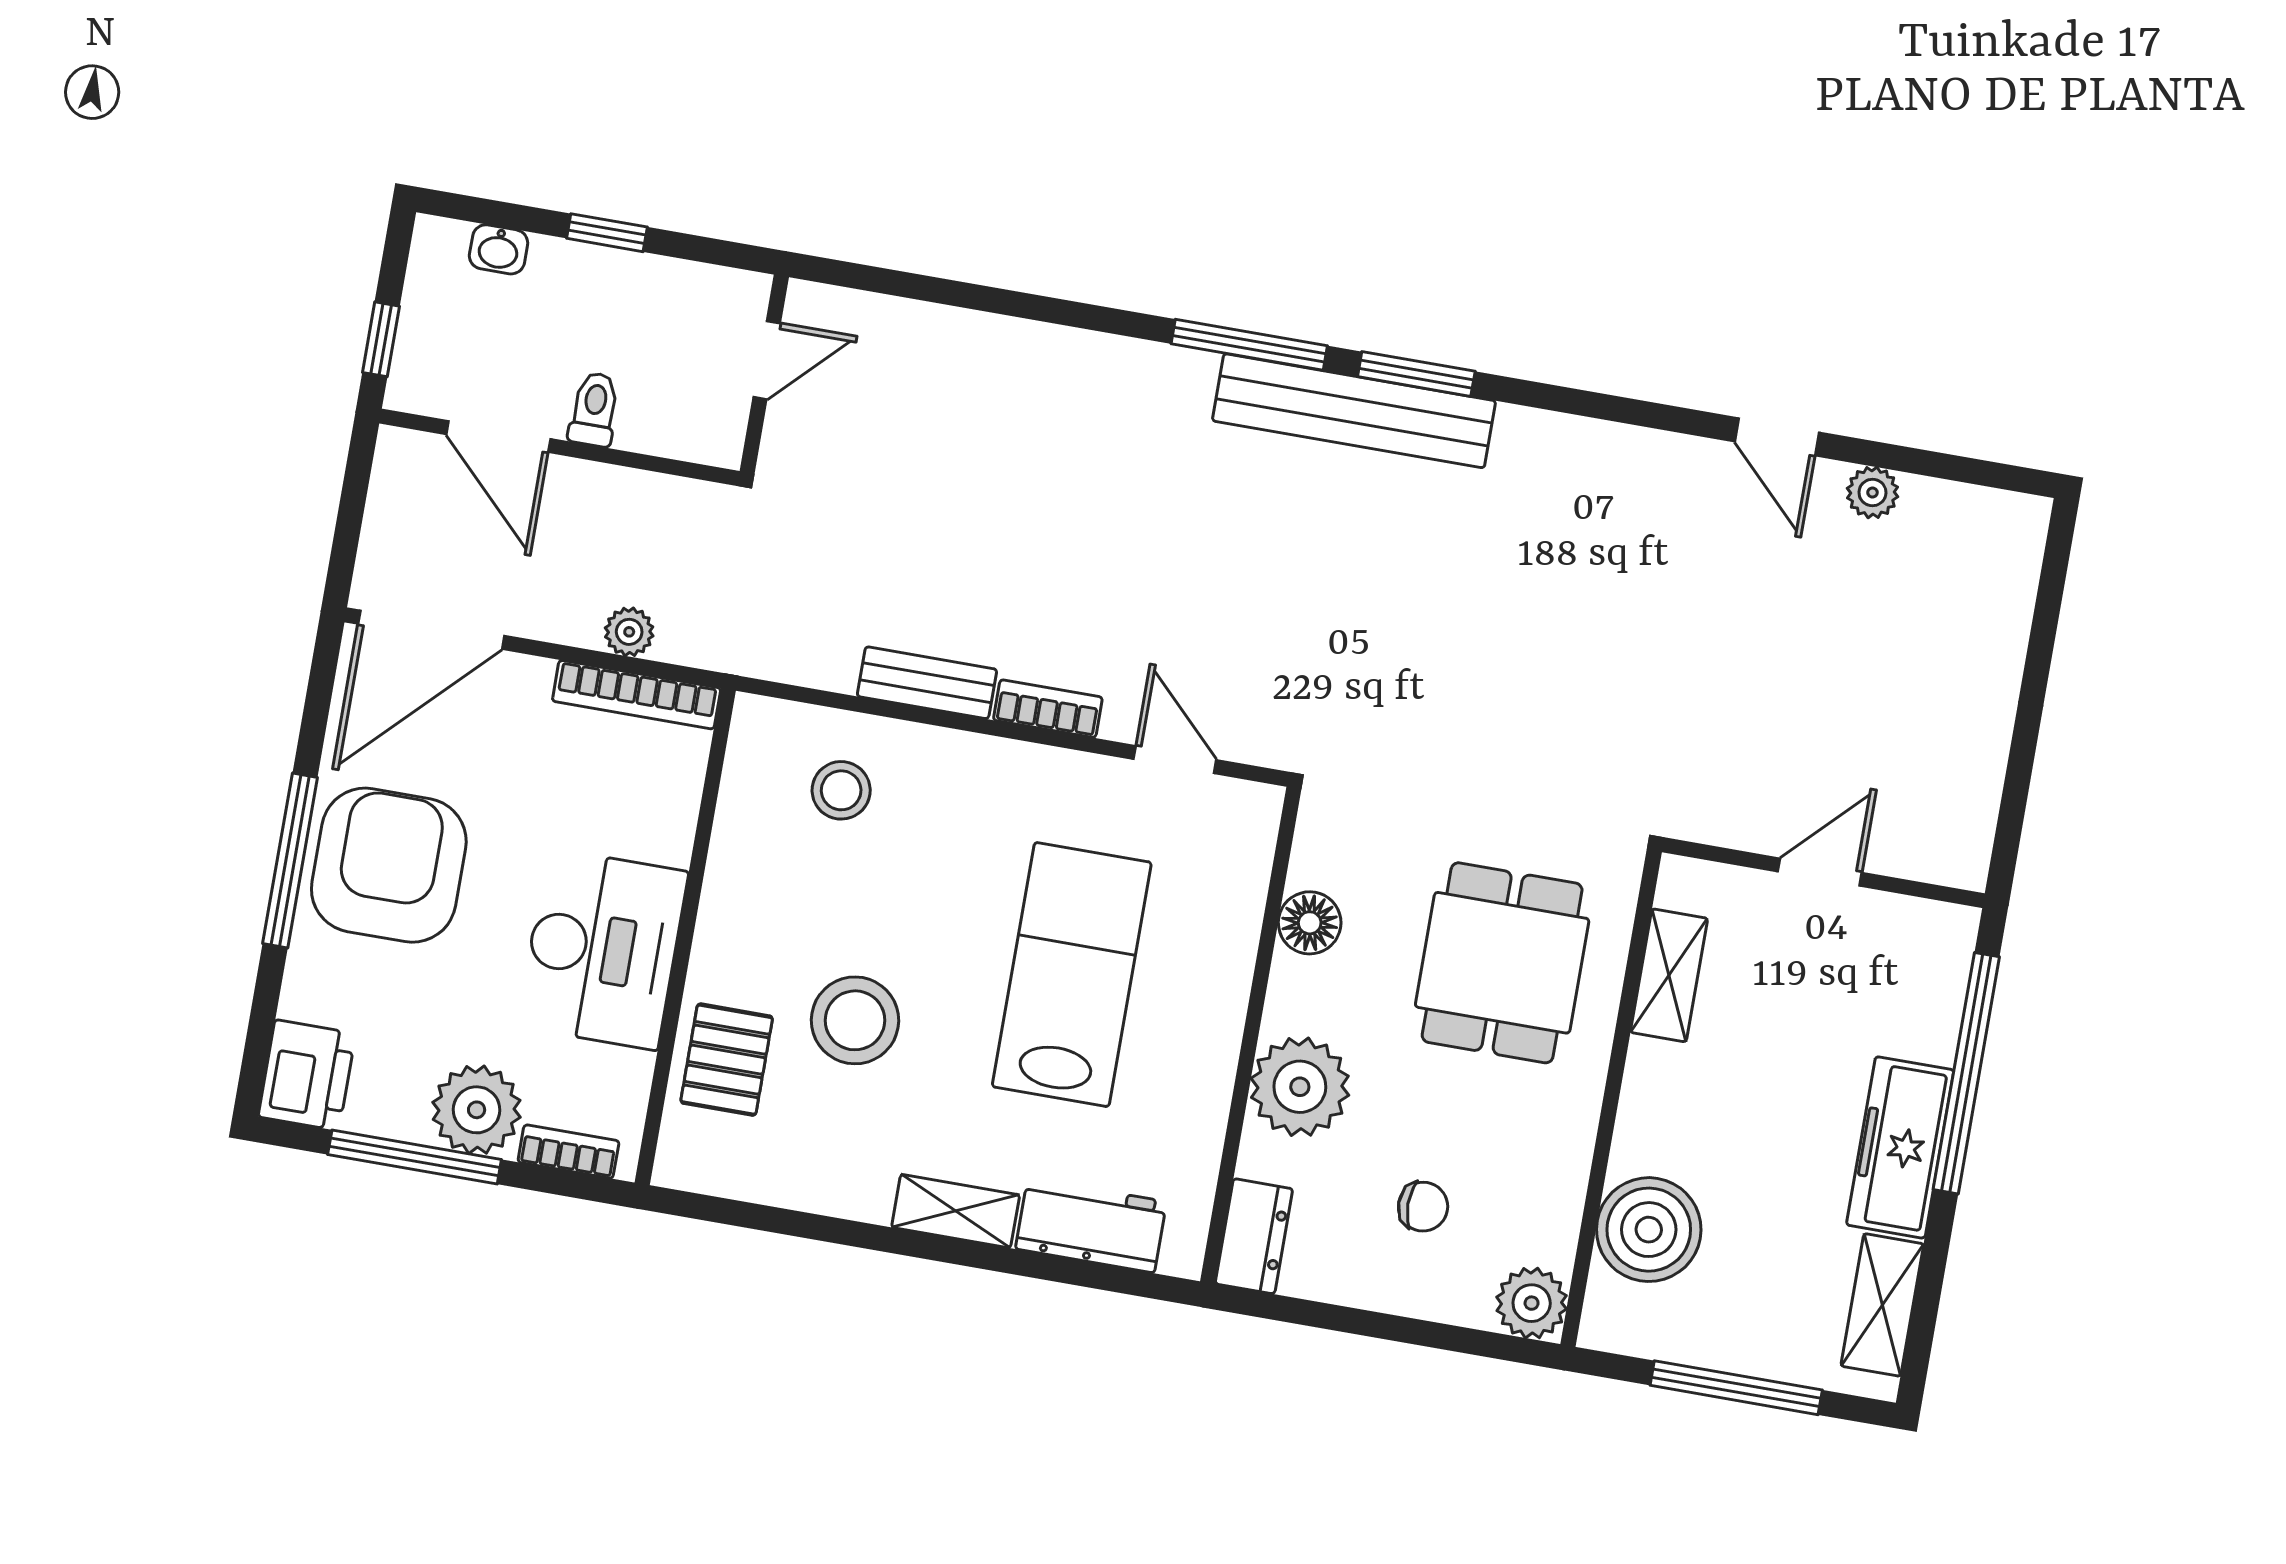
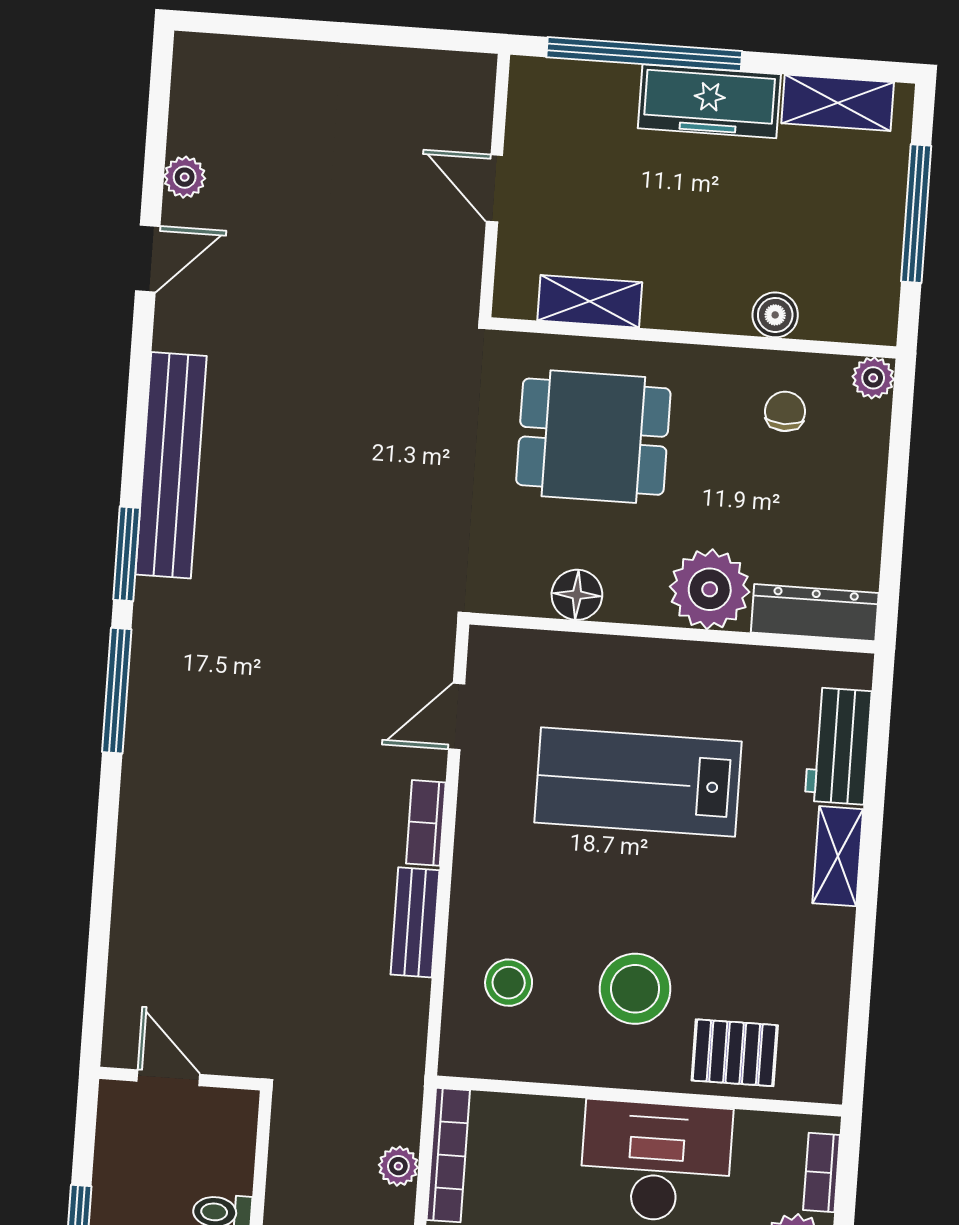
bench: (1354, 411) -> (171, 465), moved
stool: (855, 1020) -> (635, 989), moved
chair: (1423, 1207) -> (785, 411), moved
boiler: (1649, 1230) -> (775, 315), width x0.54, depth x0.54
dresser: (1254, 1236) -> (815, 613), width x1.44
plant: (1532, 1303) -> (873, 378), width x0.73, depth x0.73

